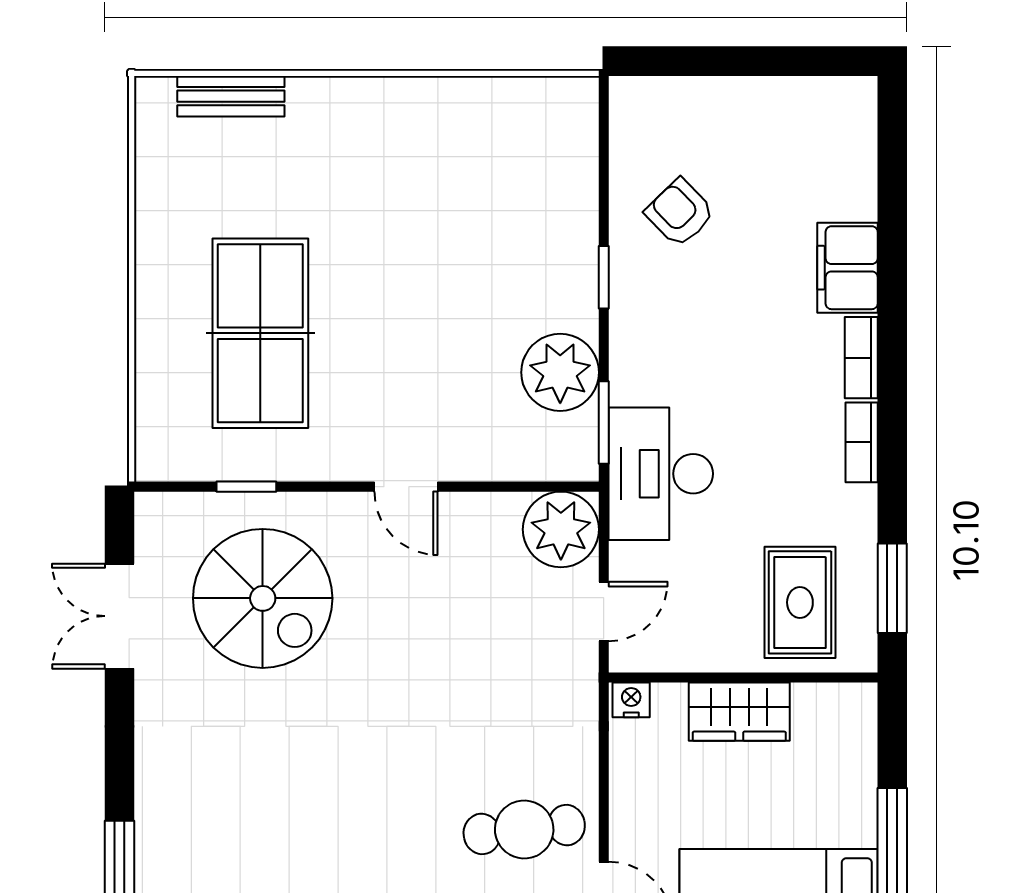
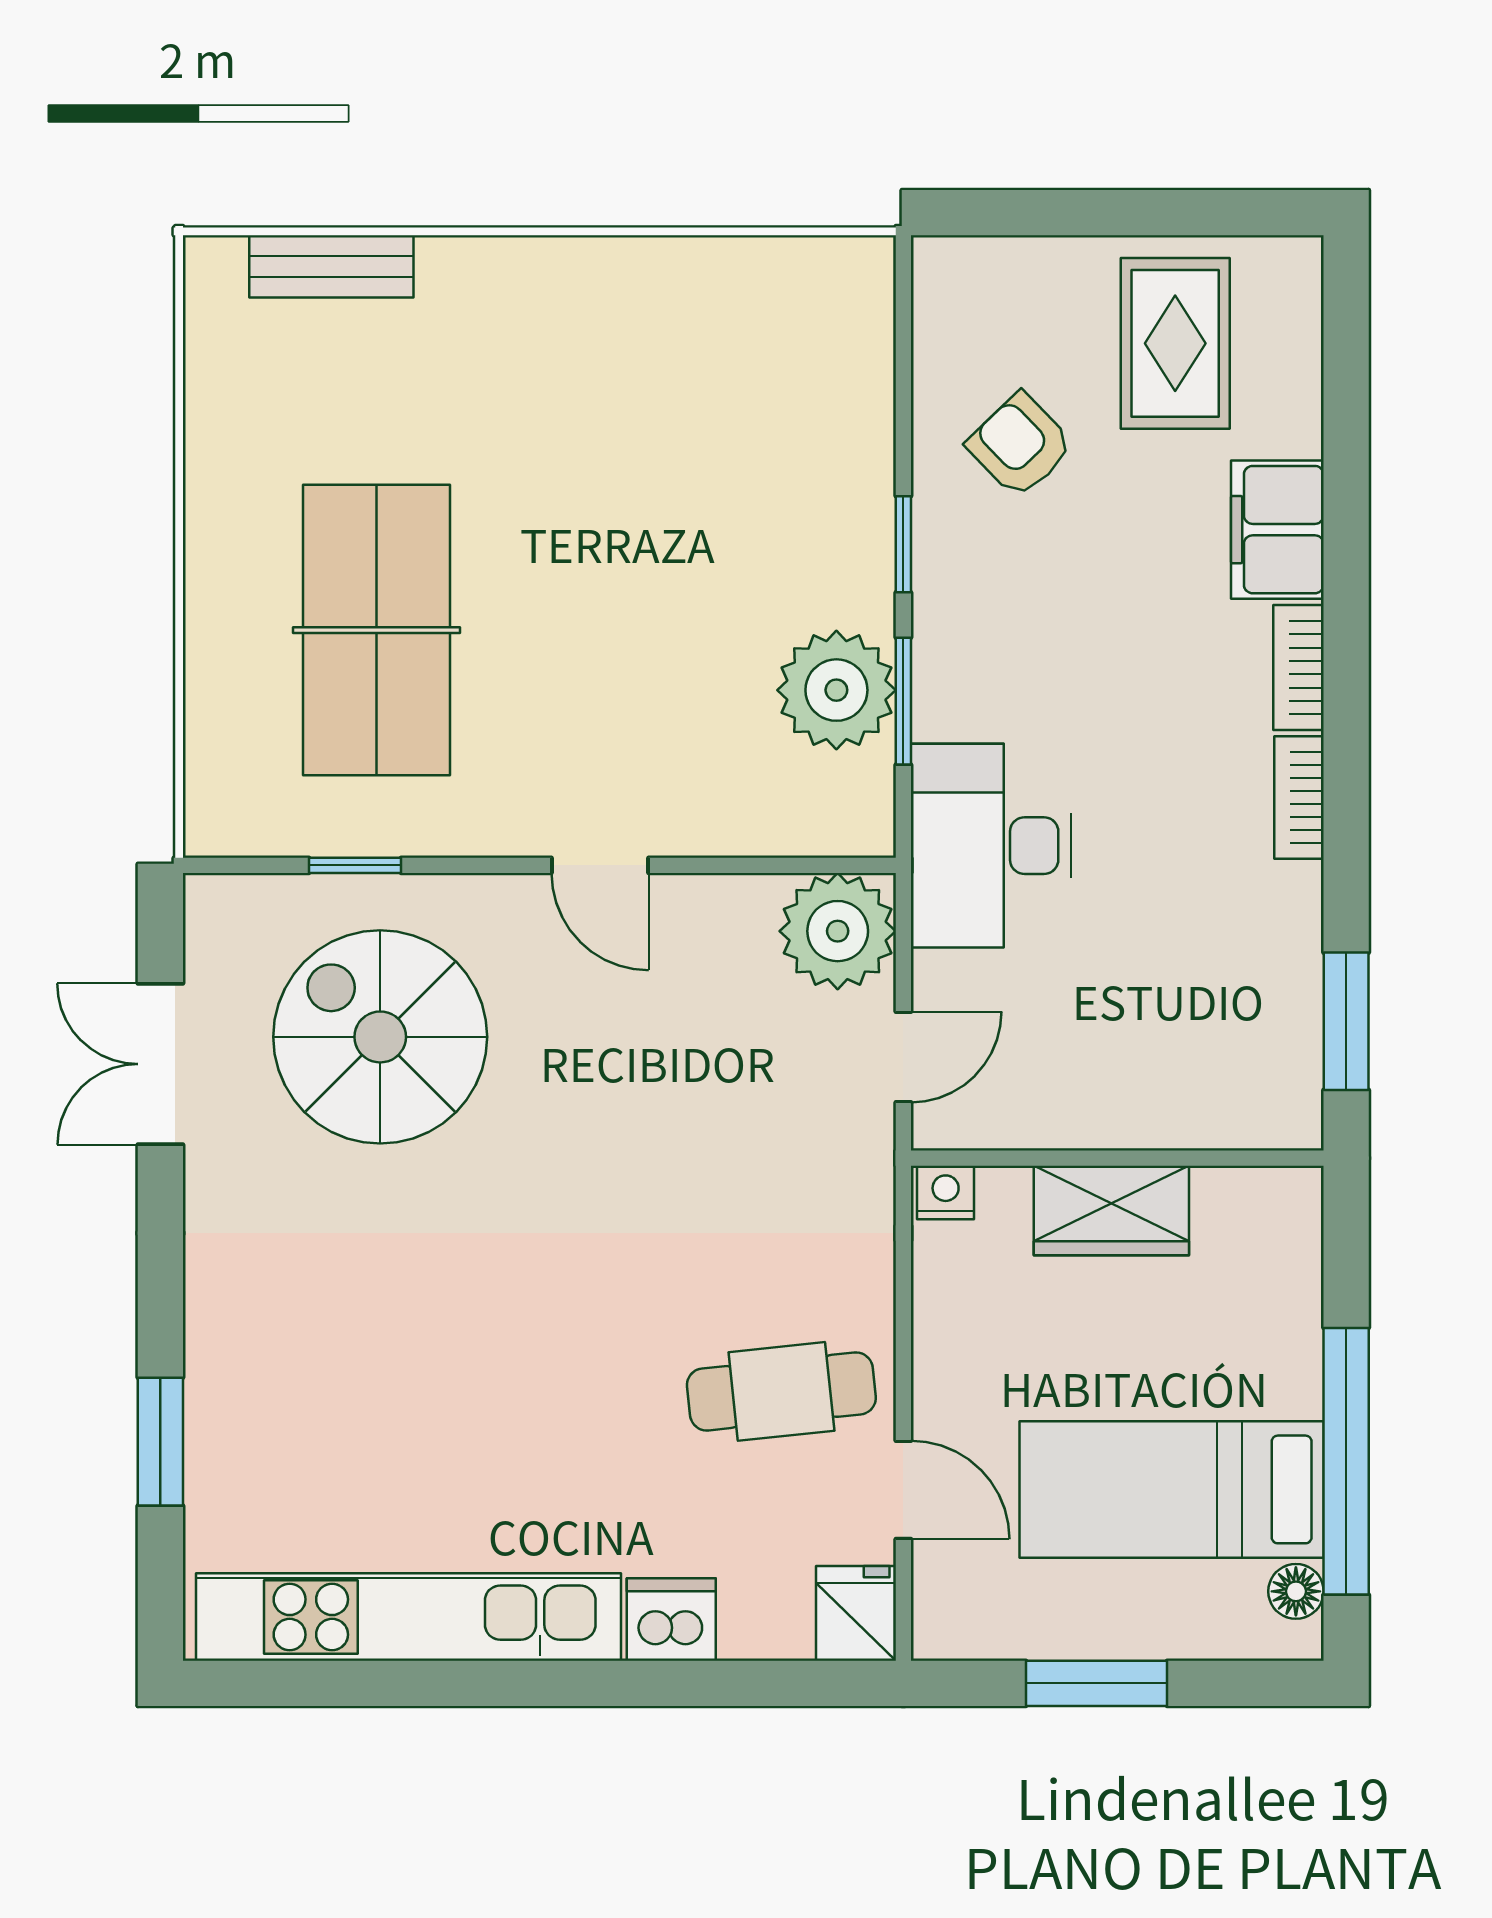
window: (604, 422) -> (903, 701), moved
spiral stairs: (263, 598) -> (380, 1037), turned 180
rug: (800, 602) -> (1175, 343), moved

